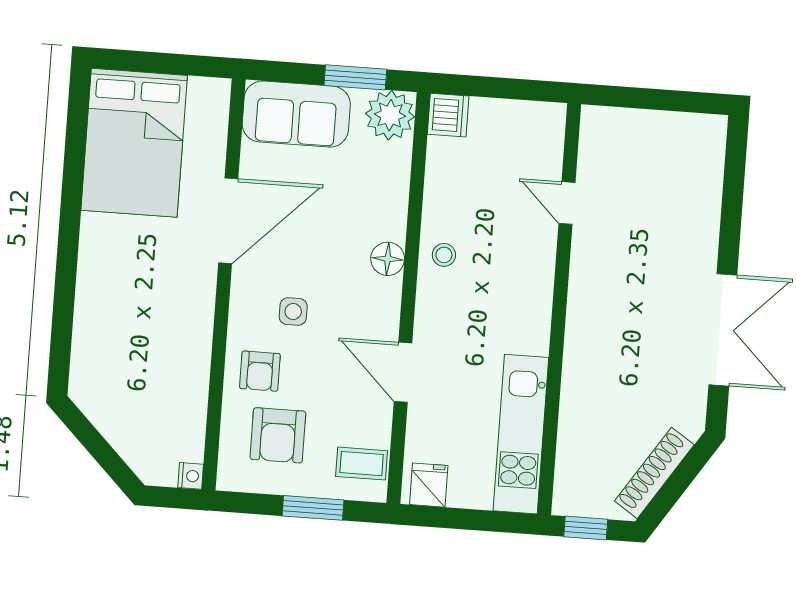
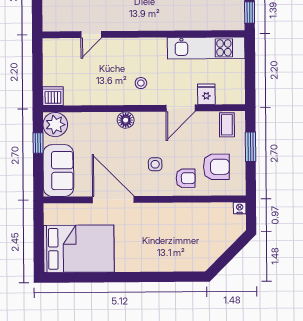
window: (355, 77) -> (38, 143), width x0.67
stool: (444, 255) -> (141, 83), moved
fridge: (429, 485) -> (206, 94), moved, turned 90

